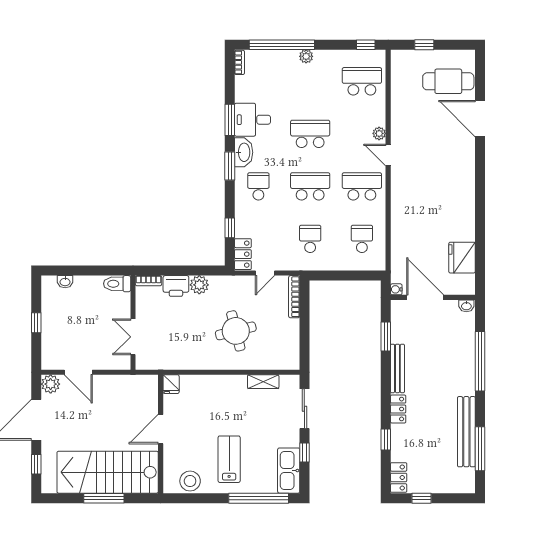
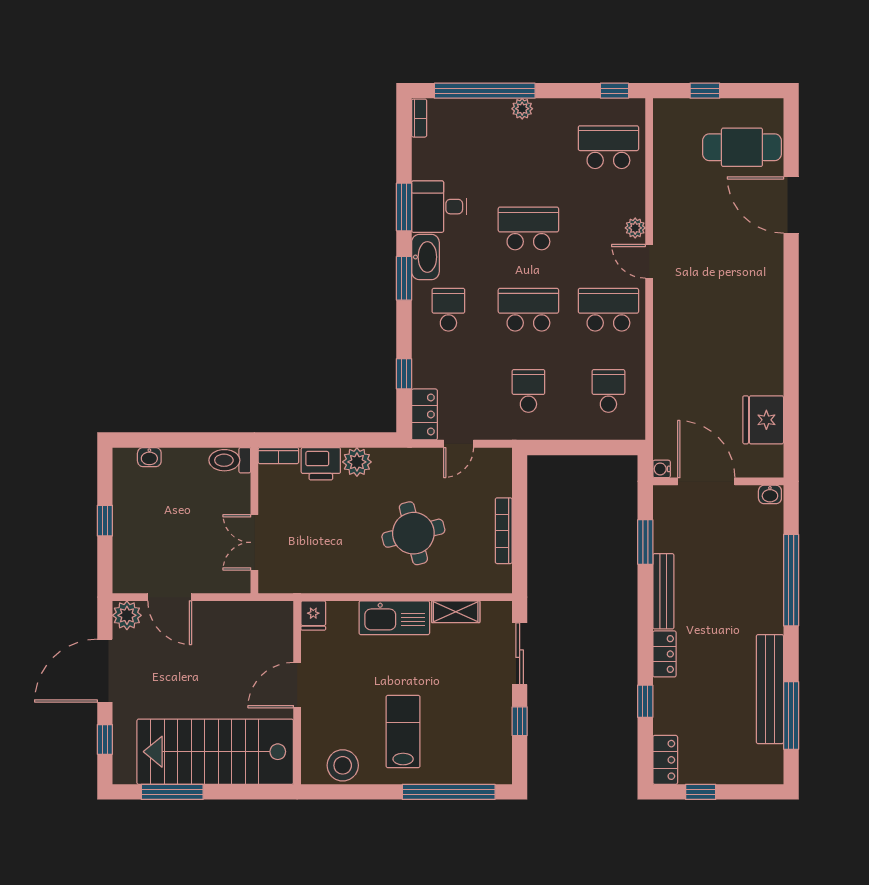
bookcase: (294, 297) -> (504, 531), moved
kitchen sink: (289, 471) -> (394, 618), moved, turned -90
window: (104, 498) -> (172, 792), moved

